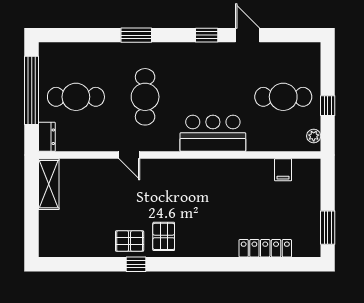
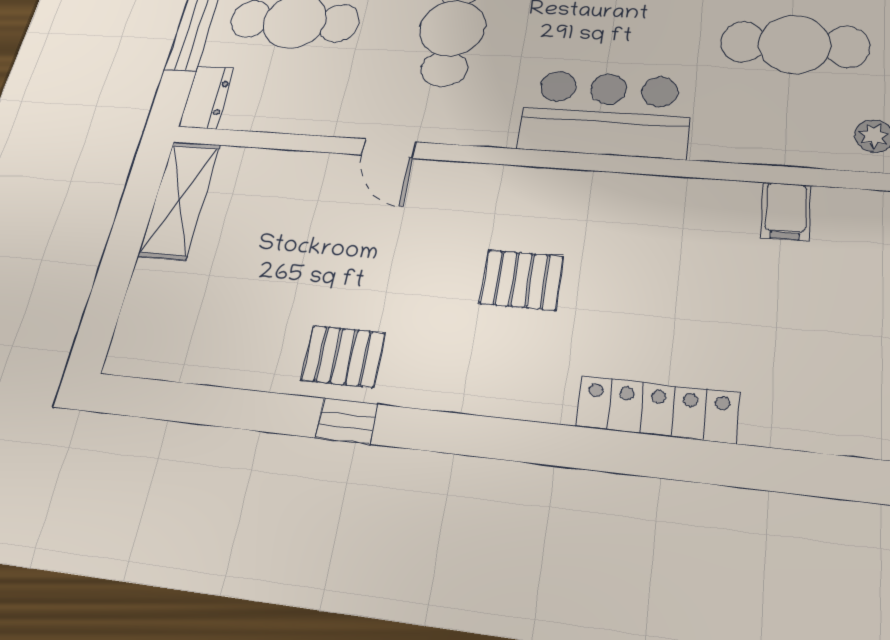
pallet: (164, 236) -> (522, 280), moved, turned 90
locker: (265, 248) -> (657, 409), moved

